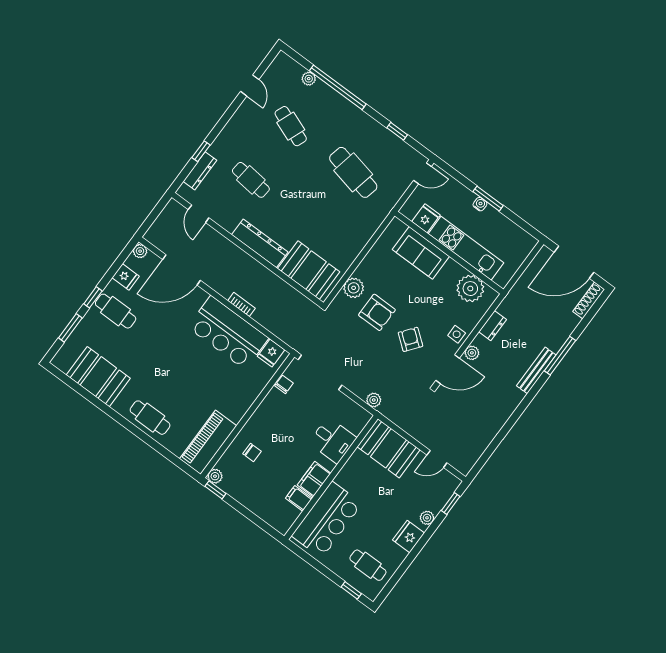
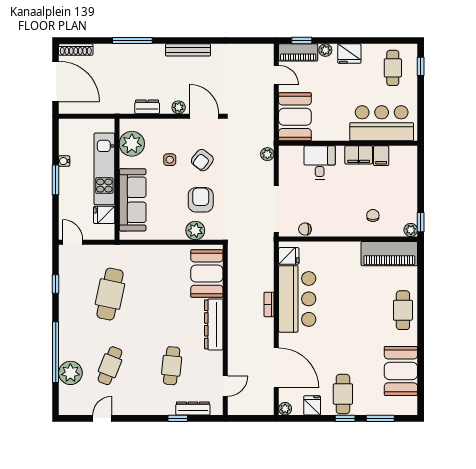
plant: (309, 79) -> (70, 373), width x1.88, depth x1.88
water cooler: (480, 204) -> (64, 161), moved
sofa: (421, 253) -> (133, 200), width x1.36
side table: (457, 334) -> (170, 160), moved
bench: (536, 370) -> (188, 50), moved
piano: (443, 493) -> (298, 52), added

